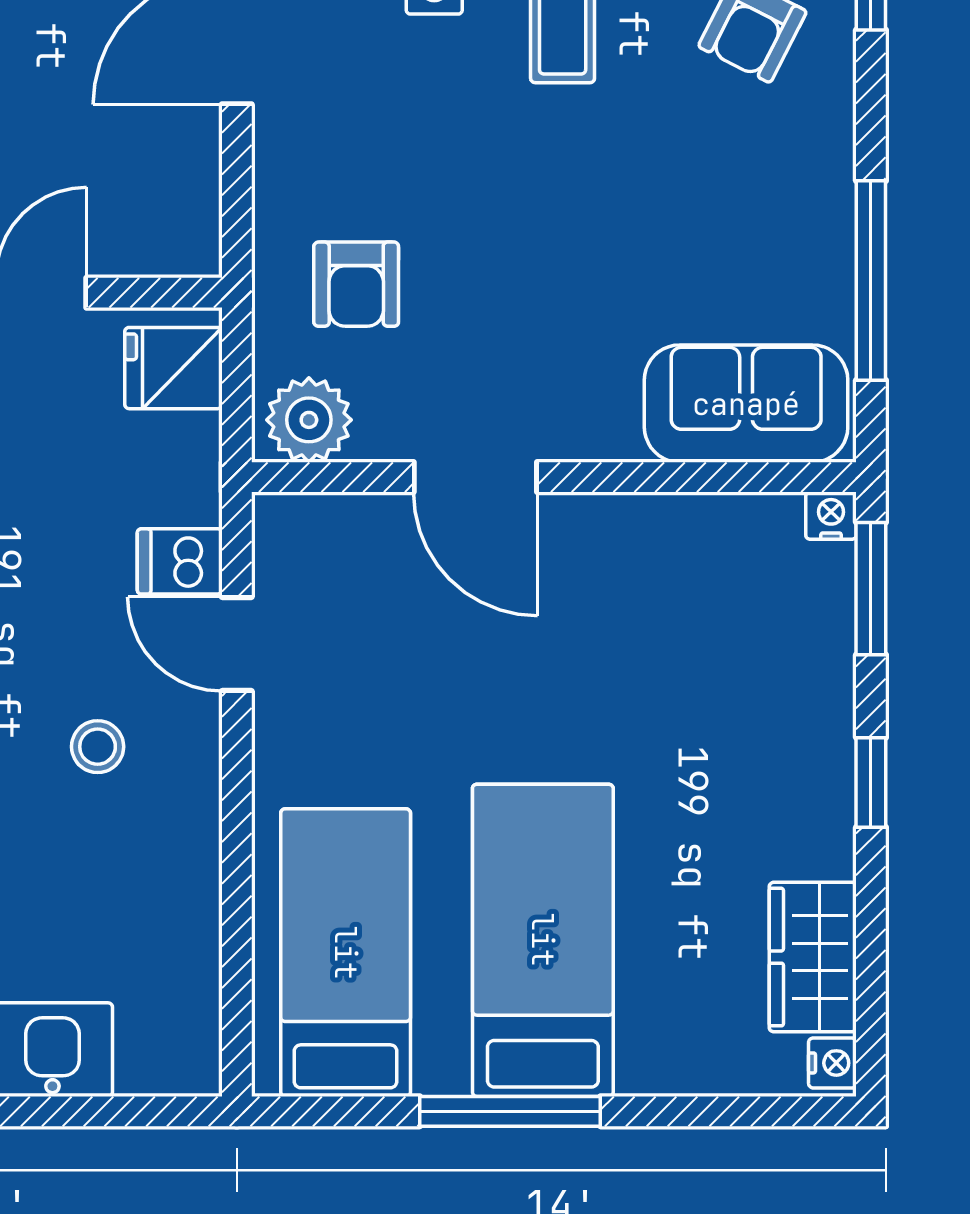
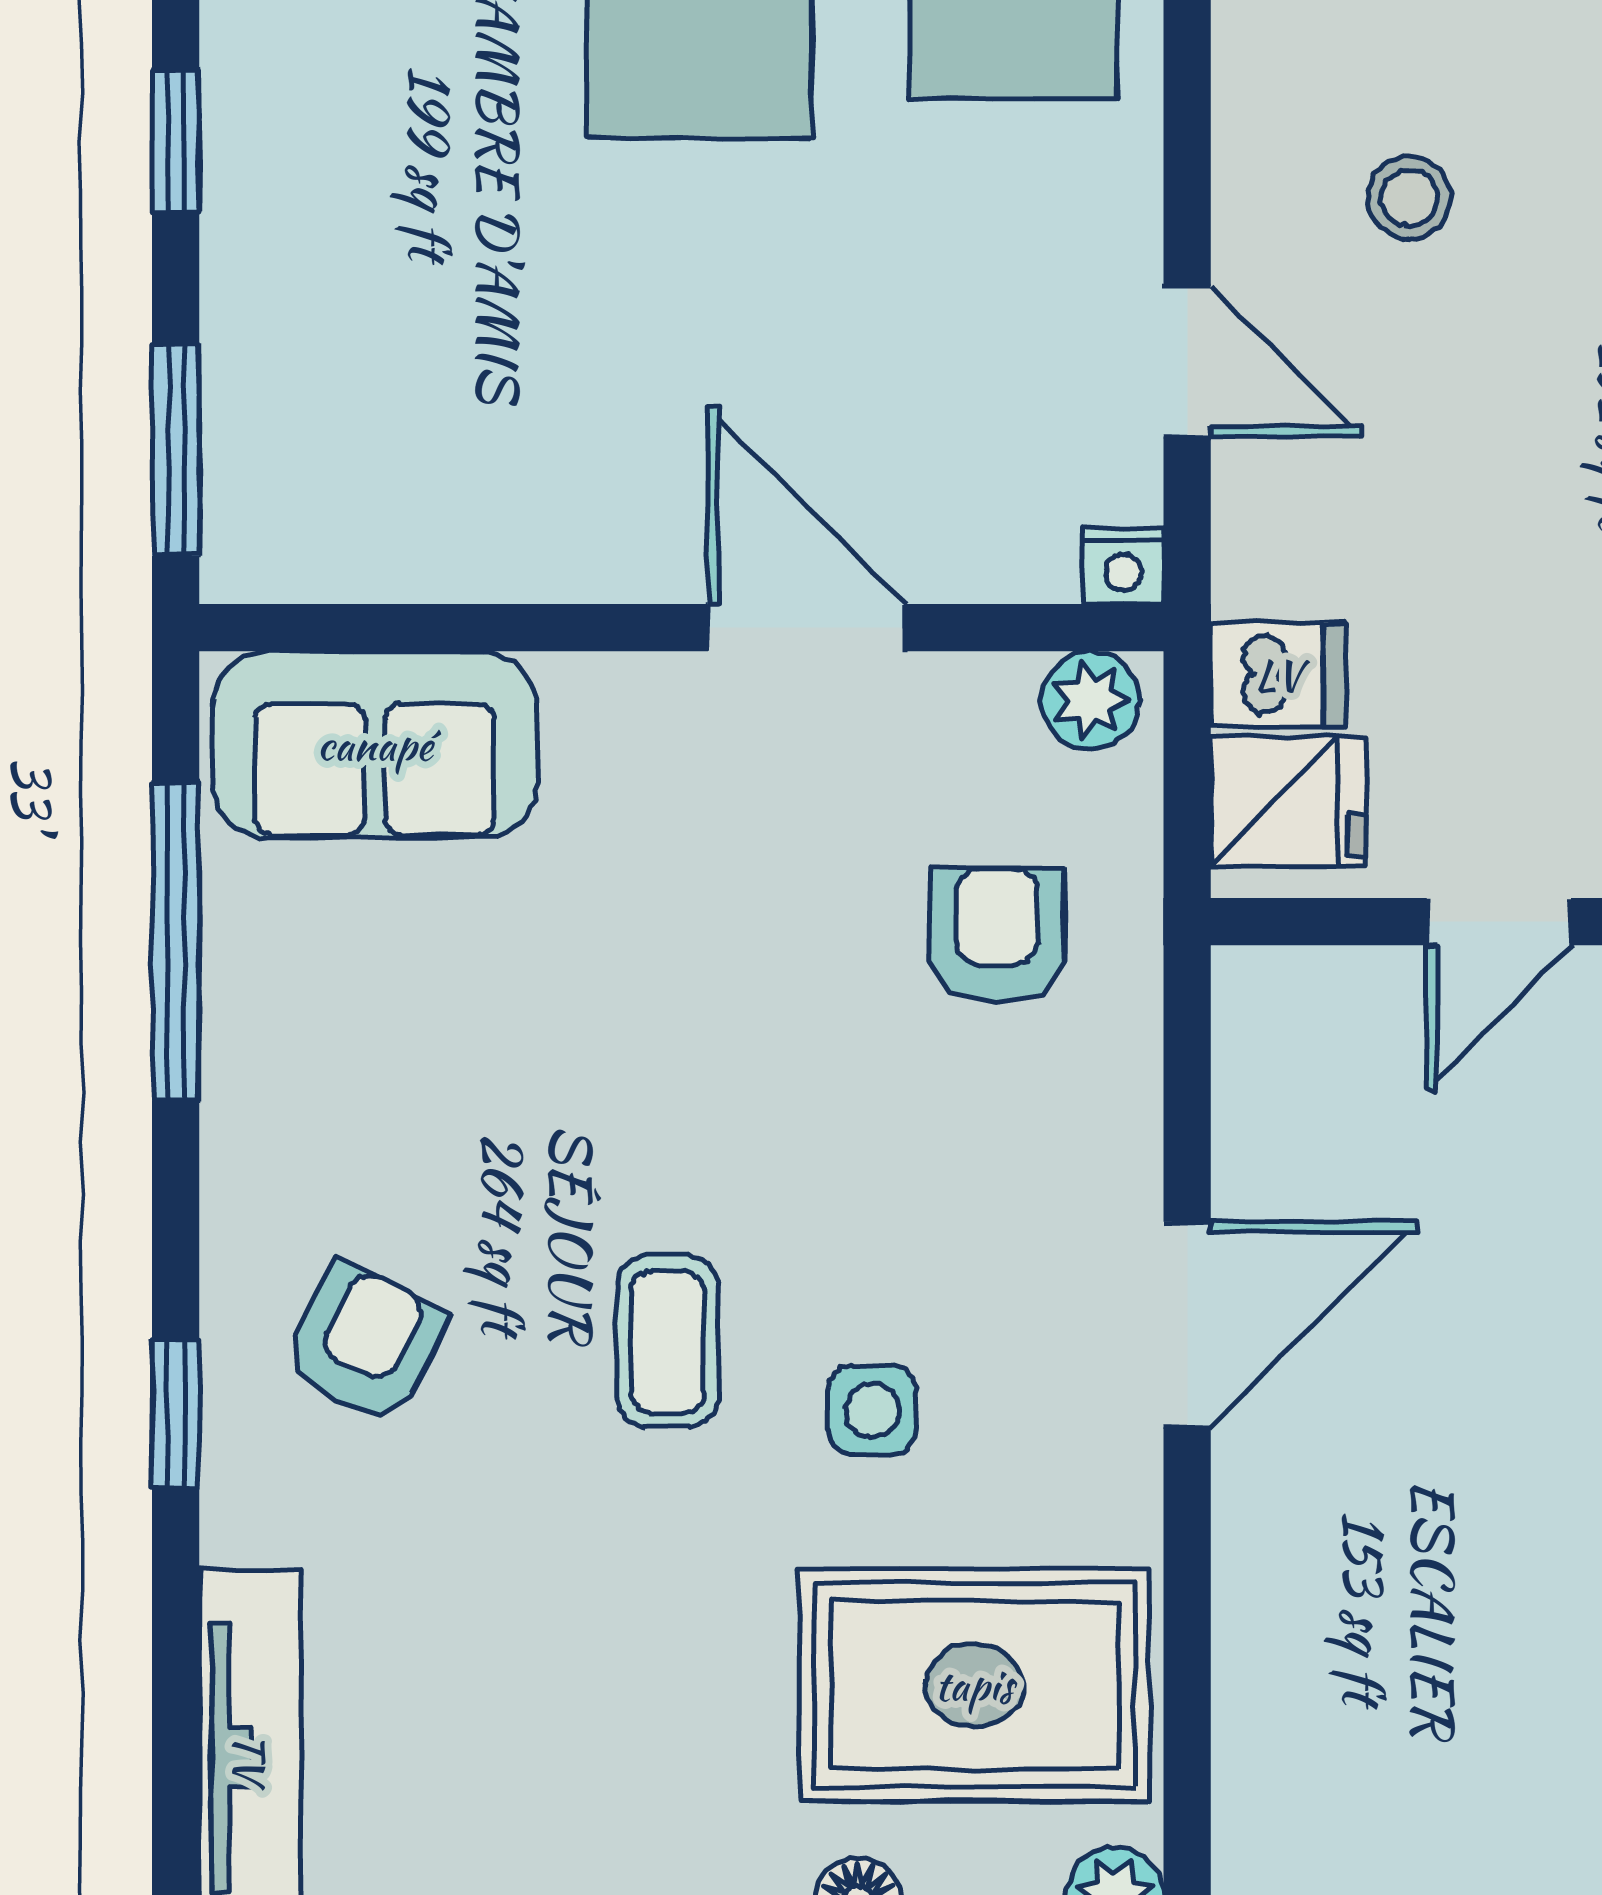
plant: (309, 420) -> (1090, 700), width x0.73, depth x0.73
nightstand: (831, 516) -> (1123, 566), moved
dishwasher: (180, 561) -> (1278, 675), moved

